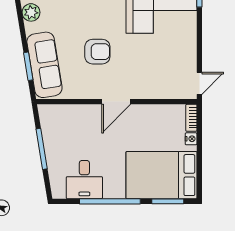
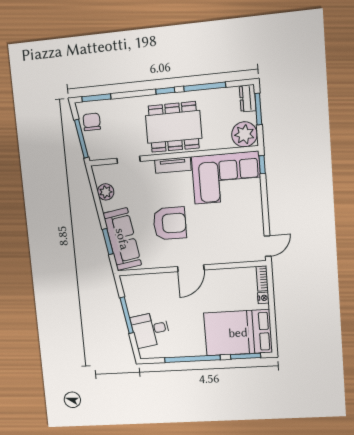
armchair: (97, 52) -> (170, 223), width x1.36, depth x1.36
desk: (84, 180) -> (150, 330), moved, turned 81

